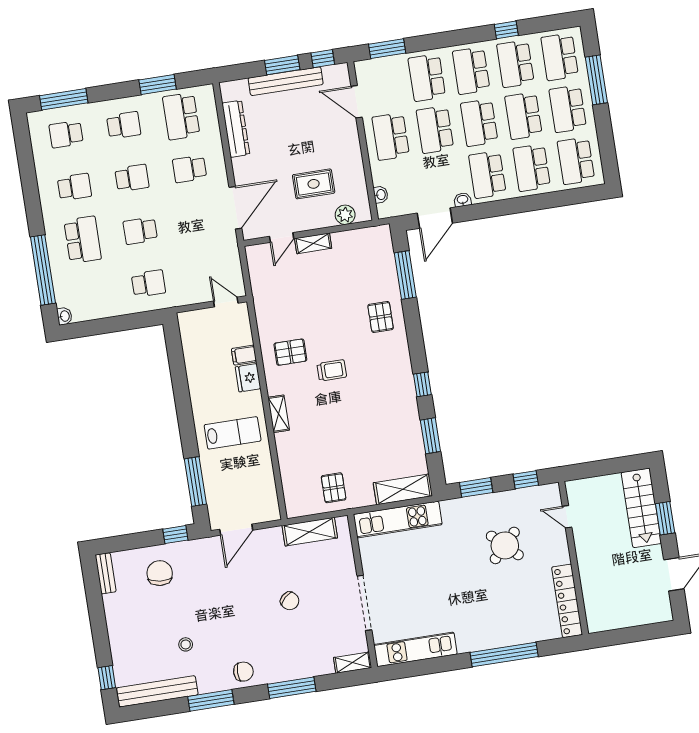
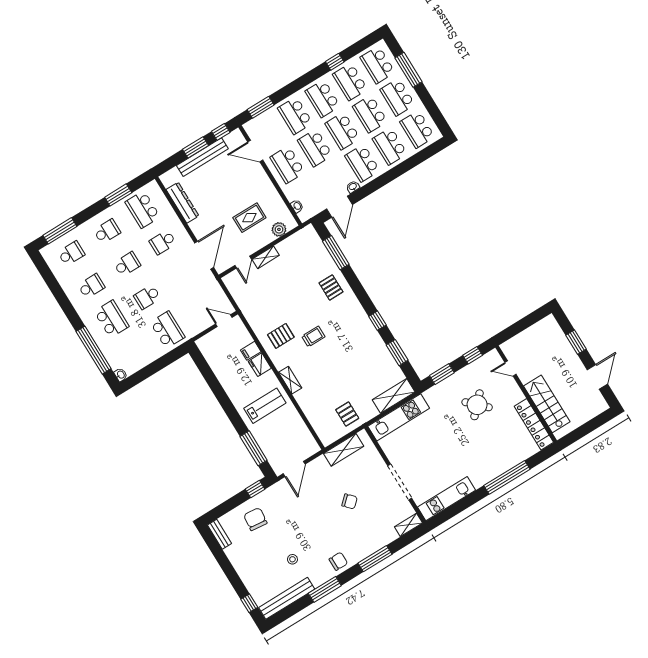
school desk: (66, 134) -> (71, 253), turned 180
school desk: (148, 283) -> (167, 330), width x1.85
stairs: (641, 508) -> (547, 404), moved, turned 180

